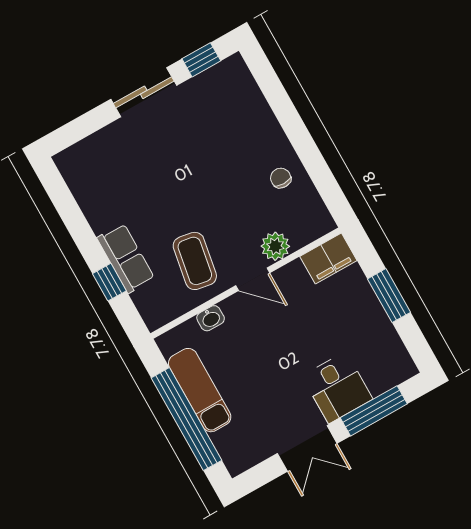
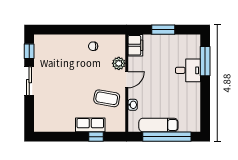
double door: (307, 448) -> (205, 96), removed

